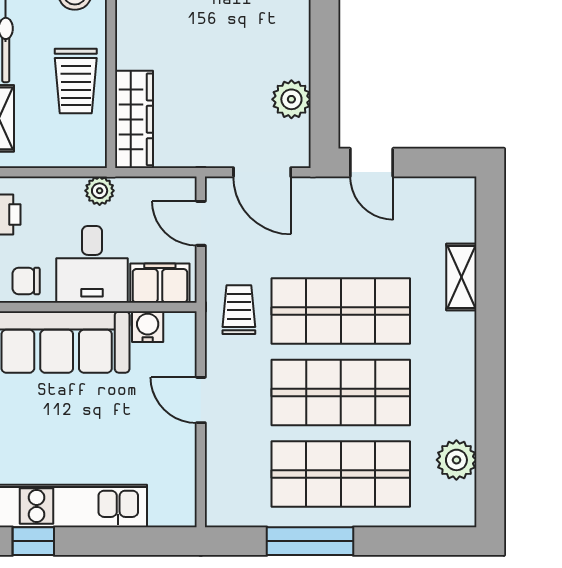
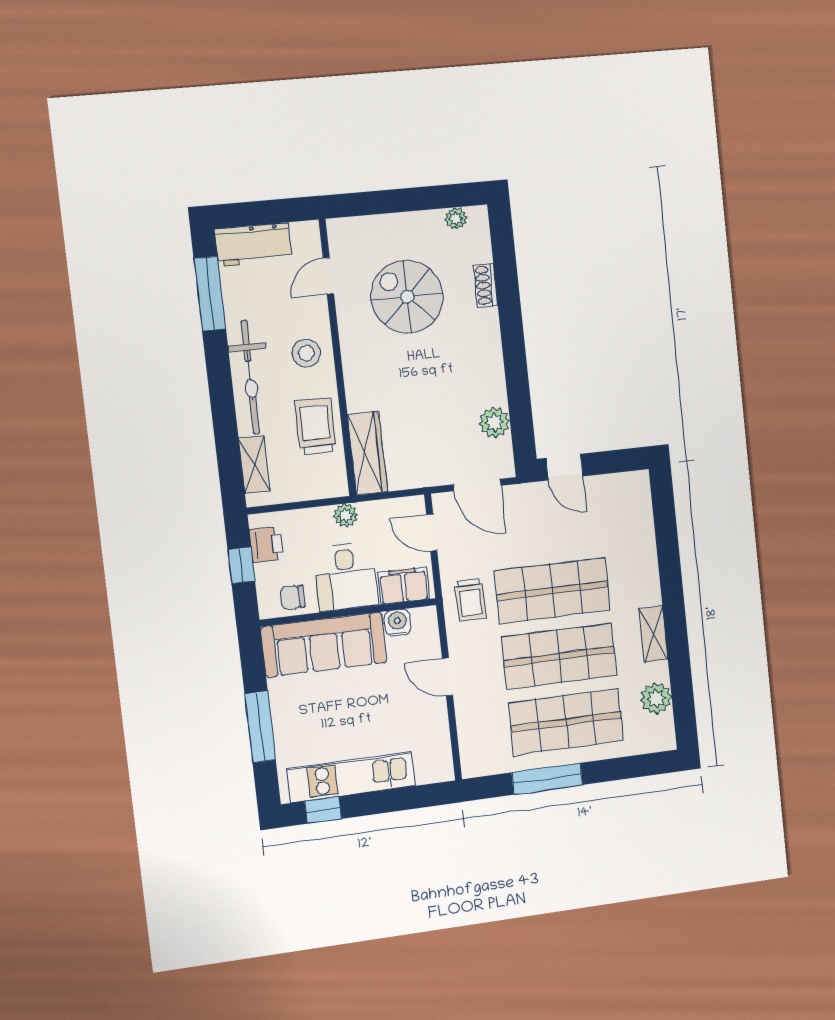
trolley: (76, 81) -> (315, 426), turned 180
shelving: (461, 277) -> (653, 634), moved
trolley: (239, 310) -> (470, 600), turned 180

